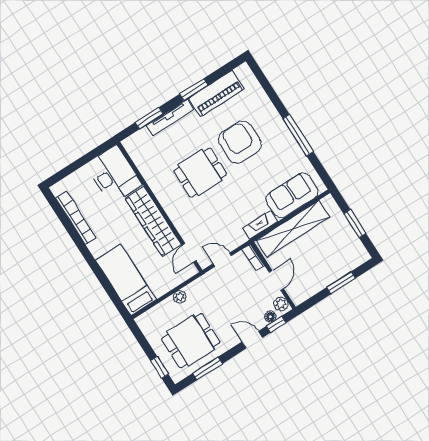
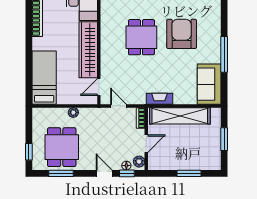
dining table: (200, 173) -> (141, 37), turned 90
sofa: (292, 195) -> (209, 84), moved, turned -90
dining table: (191, 341) -> (62, 147), turned 90

